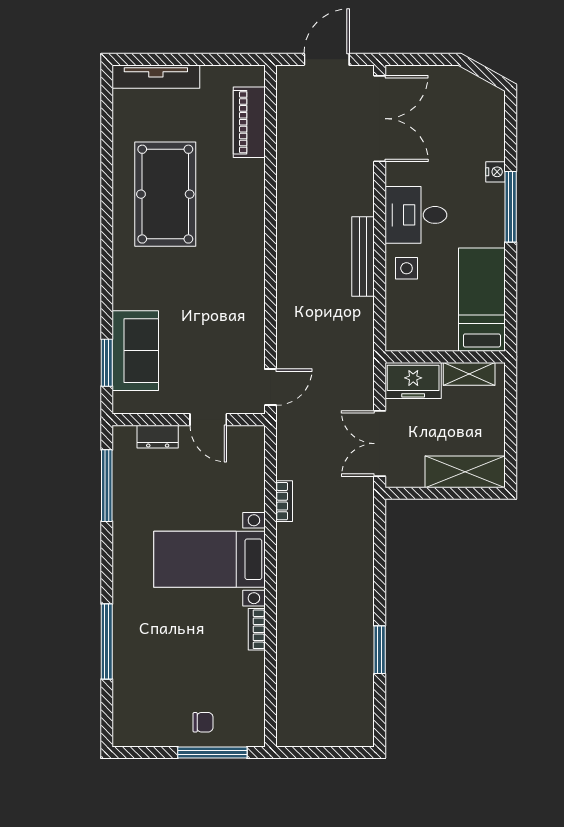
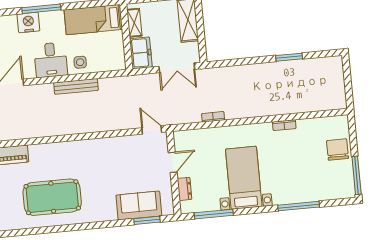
nightstand: (496, 172) -> (28, 22), width x1.89, depth x1.79
bed with nightstands: (209, 559) -> (244, 178), moved, turned 180
chair: (203, 722) -> (338, 150), width x1.87, depth x1.87
window: (212, 752) -> (357, 175), moved

